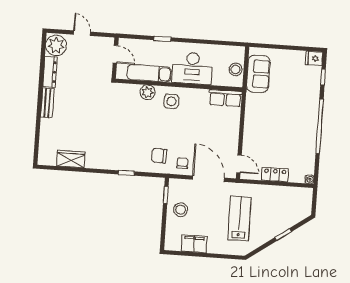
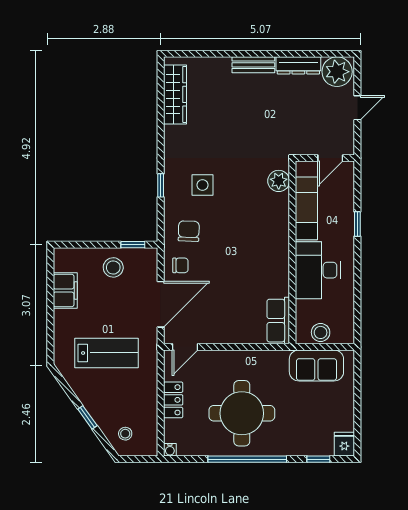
plant: (148, 92) -> (279, 181), moved
side table: (171, 101) -> (202, 185), moved
round table: (288, 128) -> (242, 413), added
wardrobe: (71, 159) -> (175, 94), width x1.50
stool: (296, 209) -> (125, 434), added

